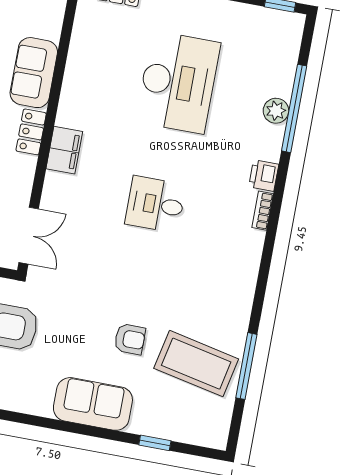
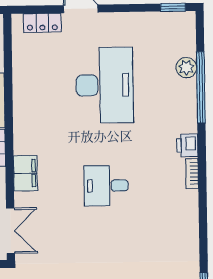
plant: (276, 111) -> (186, 68), moved
filing cabinet: (64, 150) -> (25, 173), moved

